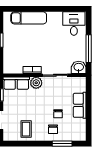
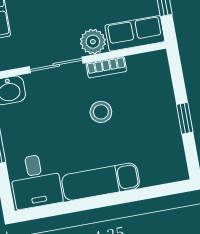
exam couch: (29, 18) -> (101, 182), moved
stool: (38, 50) -> (101, 112), added

